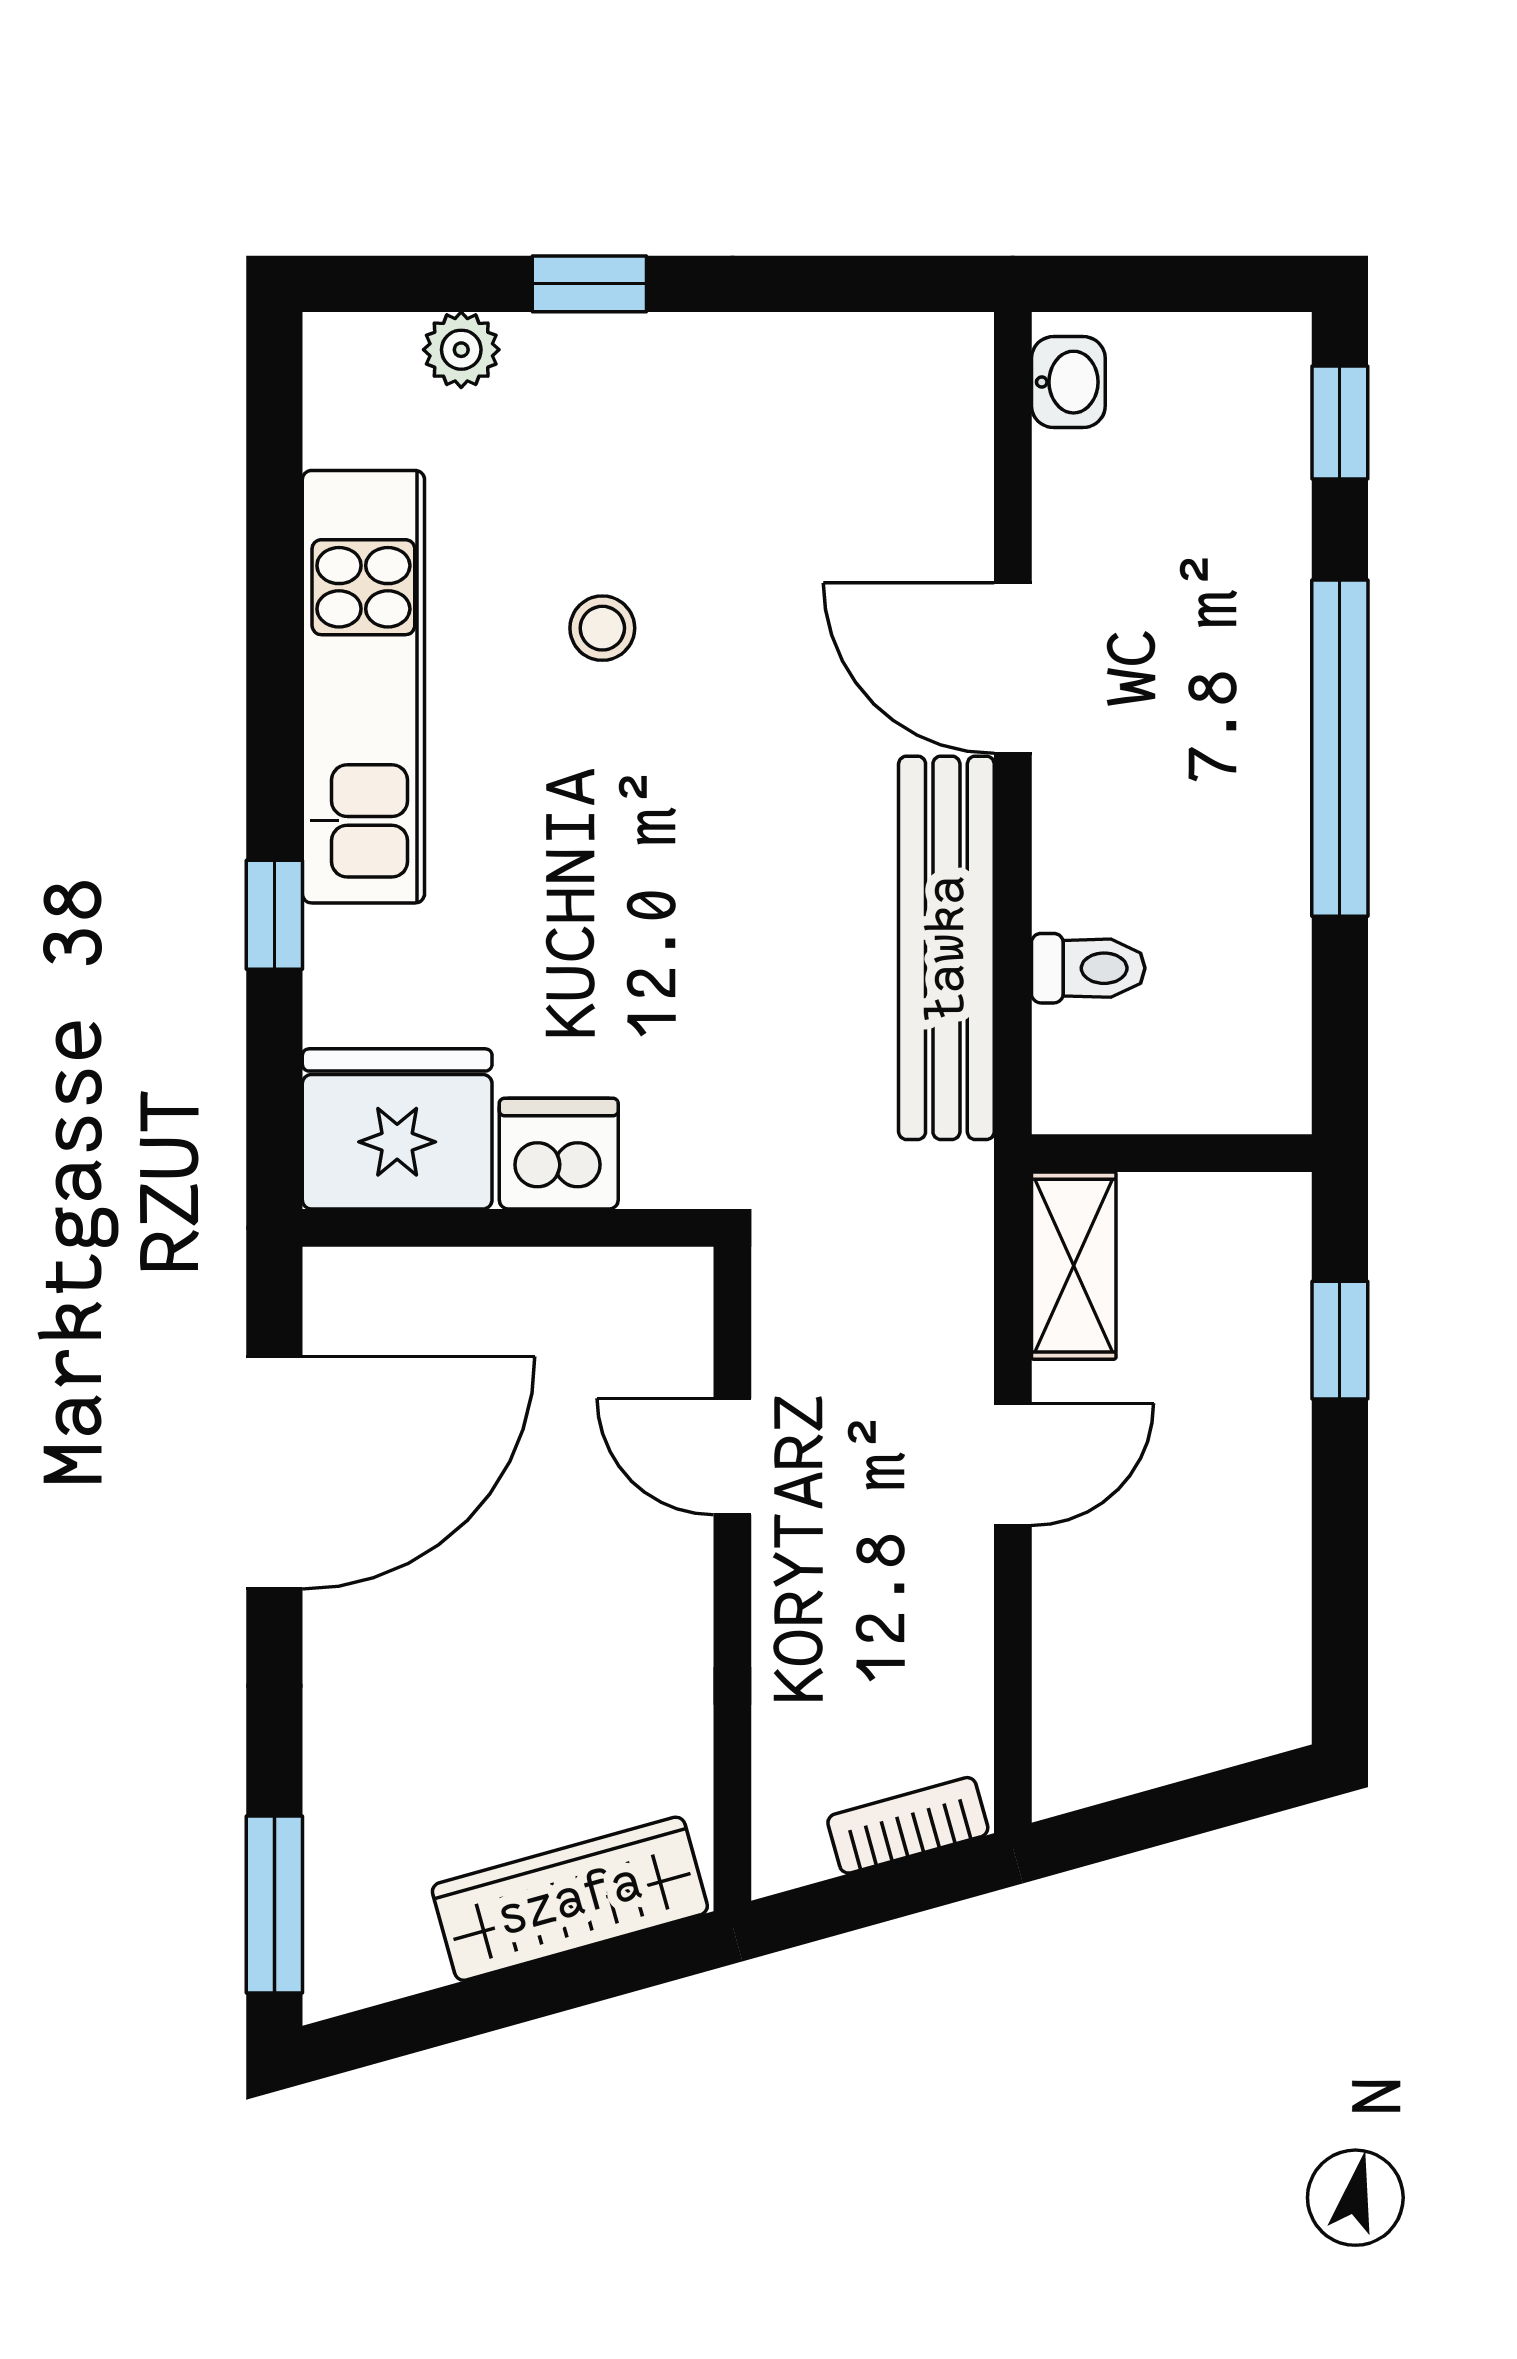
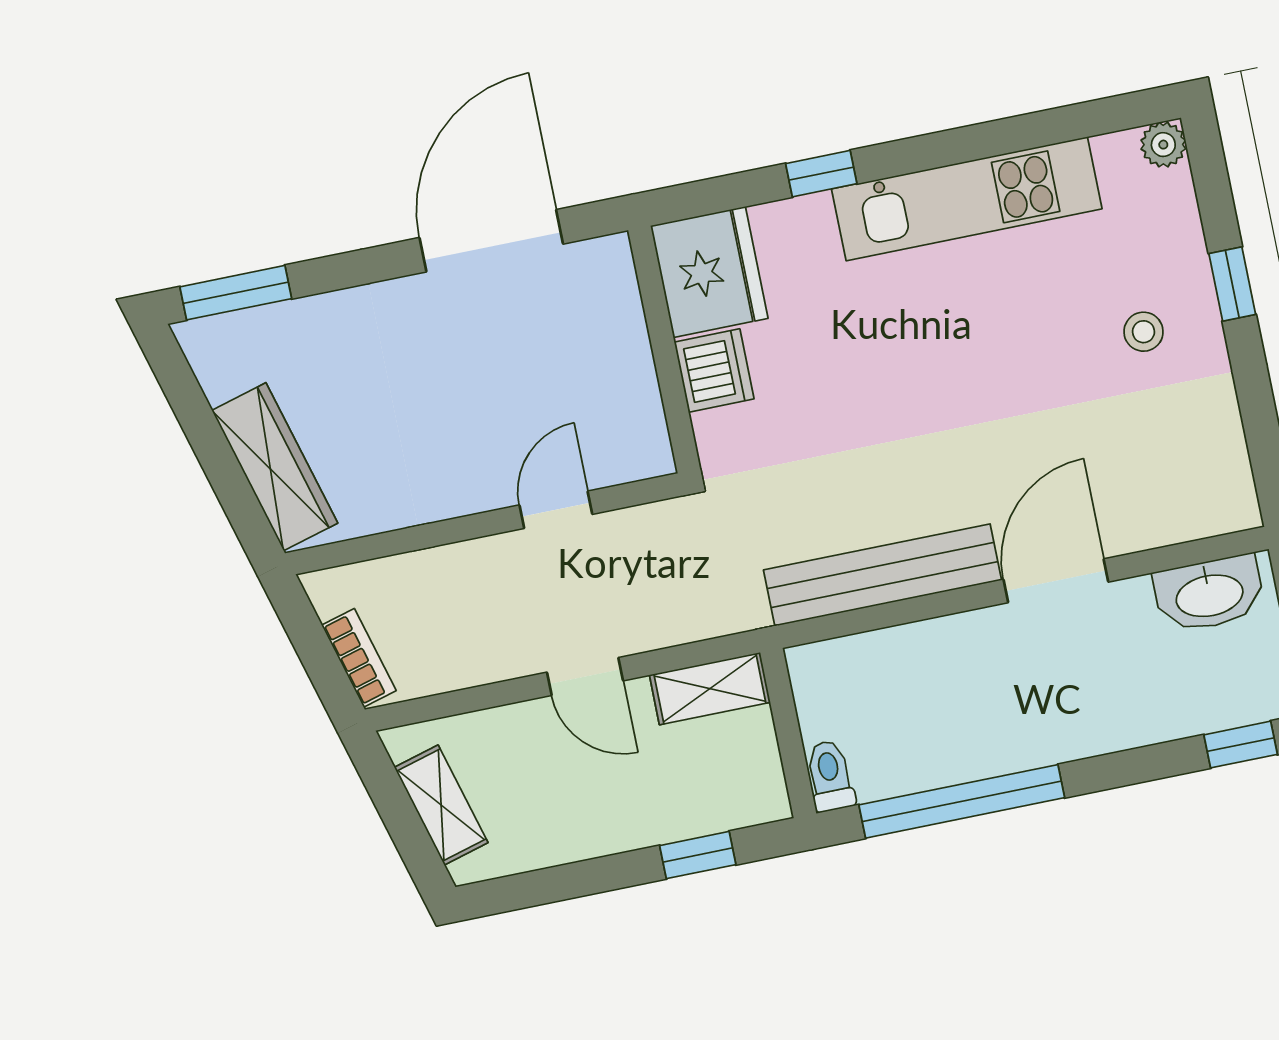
plant: (461, 350) -> (1163, 145), moved
washbasin: (1068, 382) -> (1209, 594), width x1.91, depth x1.45
stool: (602, 628) -> (1144, 332), moved
window: (1340, 748) -> (962, 801), moved
toilet: (1088, 968) -> (830, 776), moved, turned 180
door: (274, 1473) -> (491, 241), swing flipped
shelving: (1174, 1740) -> (441, 805), added

